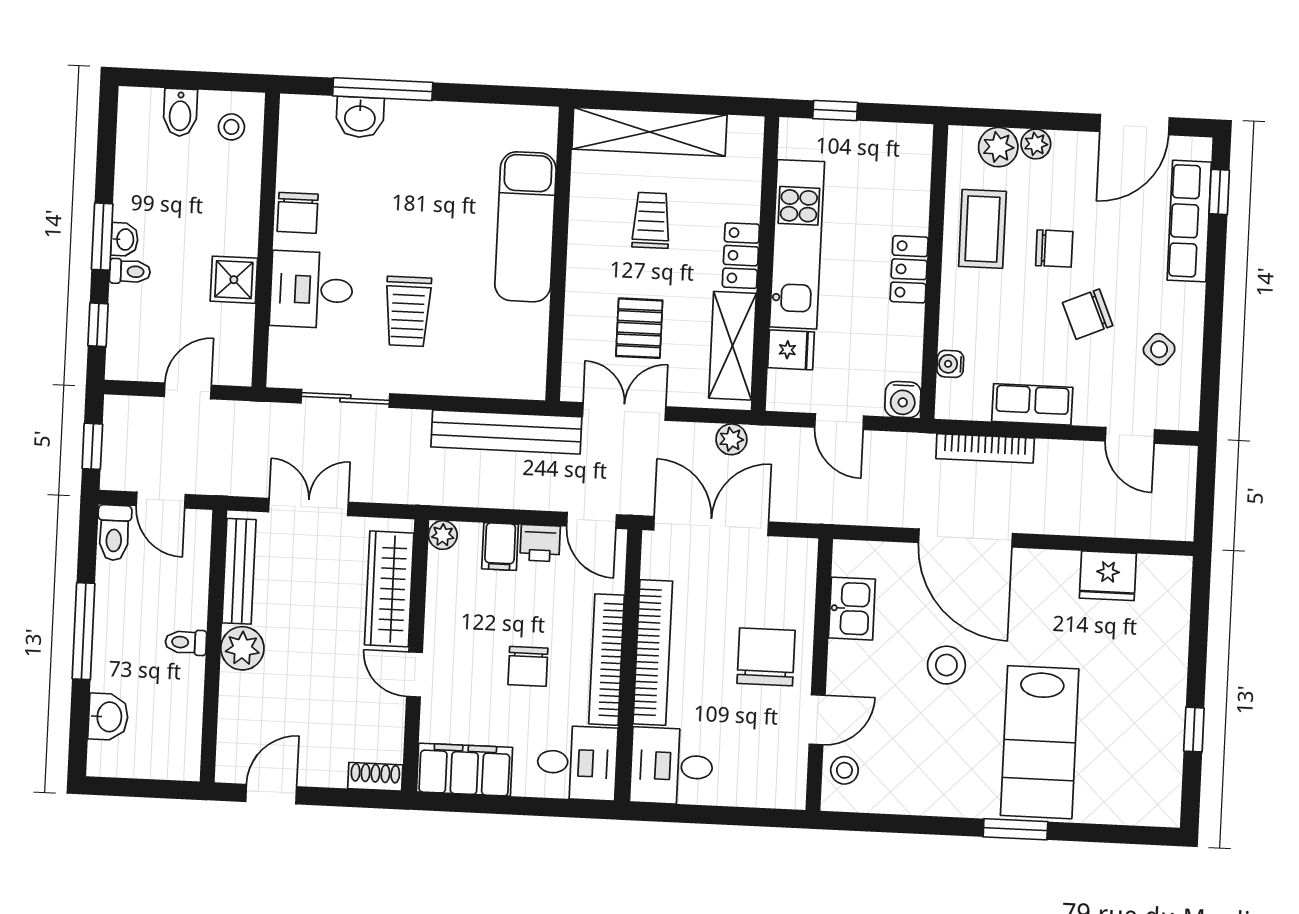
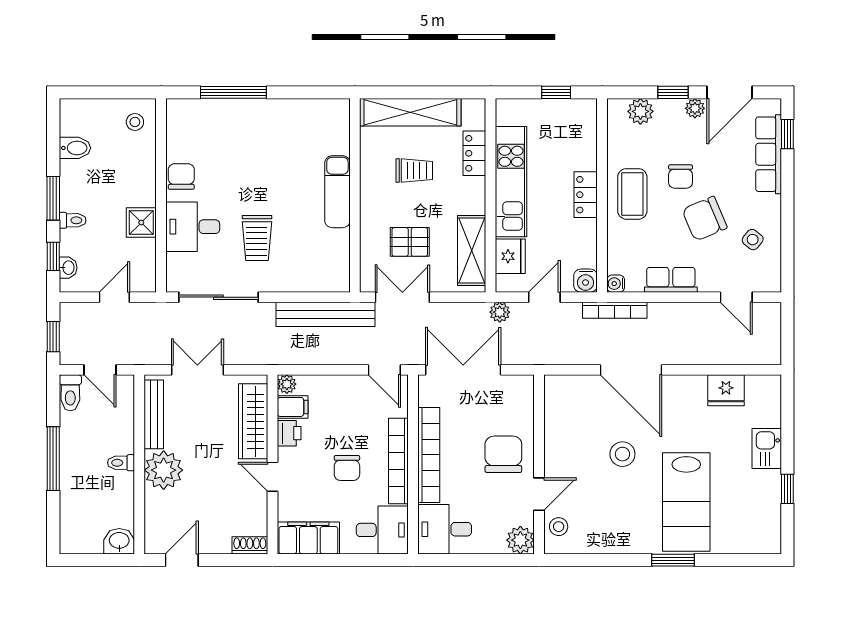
window: (835, 110) -> (556, 92), moved
bidet: (180, 113) -> (75, 148), moved, turned -90
washbasin: (360, 117) -> (219, 112), removed
window: (1049, 121) -> (673, 92), added
plant: (1036, 144) -> (695, 108), moved
chair: (298, 213) -> (181, 176), turned 180
trolley: (651, 220) -> (414, 170), turned 90
exam couch: (525, 227) -> (337, 192), width x0.73, depth x0.69
coffee table: (982, 229) -> (632, 194), moved
washbasin: (124, 239) -> (68, 268), moved
chair: (1054, 249) -> (681, 177), turned 90
locker: (741, 256) -> (474, 153), moved
chair: (1088, 314) -> (705, 219), width x1.37, depth x1.37
pallet: (639, 328) -> (410, 242), turned 90
fridge: (791, 350) -> (510, 256), width x1.38
water cooler: (950, 364) -> (616, 284), moved
sliding door: (345, 398) -> (218, 297), width x1.37
door: (839, 422) -> (544, 297), swing flipped
plant: (731, 439) -> (500, 312), moved
bookcase: (985, 448) -> (615, 310), moved
printer: (540, 543) -> (289, 433), moved, turned -90
filing cabinet: (500, 547) -> (293, 407), moved, turned -90
kitchen sink: (852, 609) -> (767, 448), moved, turned 180
plant: (242, 648) -> (164, 470), width x1.36, depth x1.36
washbasin: (108, 717) -> (119, 541), moved, turned -90
plant: (786, 788) -> (520, 540), added

